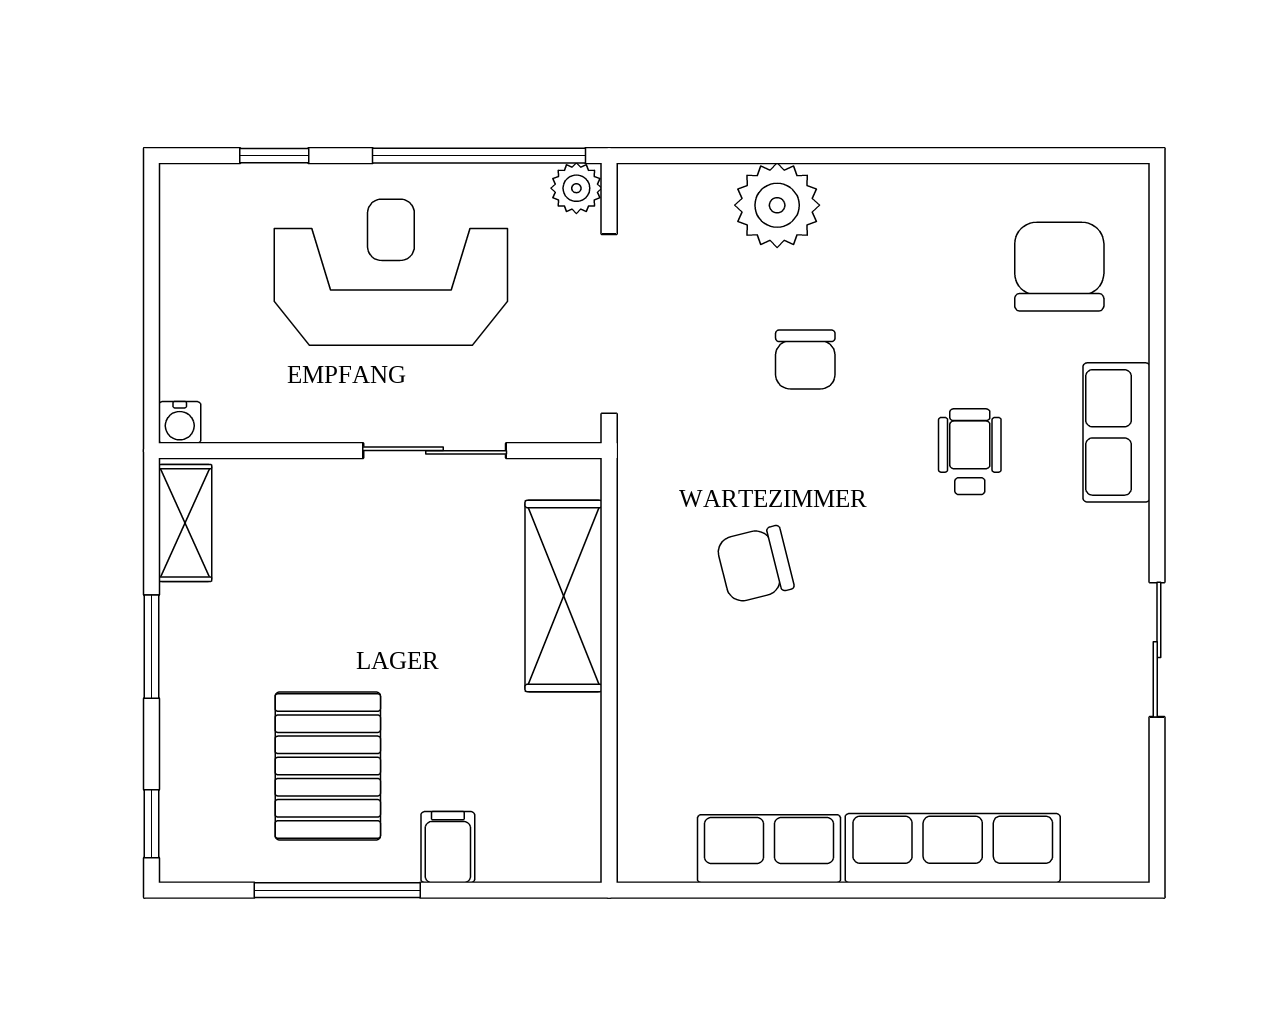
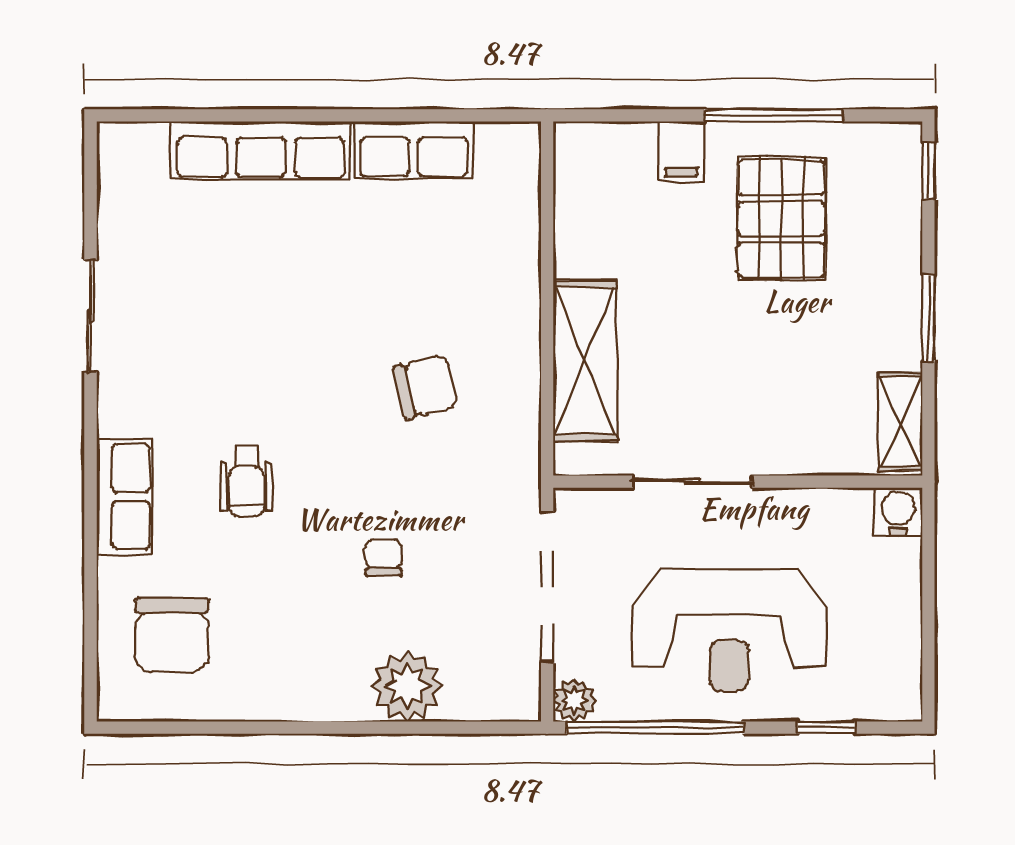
chair: (805, 359) -> (384, 558), width x0.73, depth x0.73
water cooler: (180, 422) -> (898, 512), width x1.38, depth x1.38

